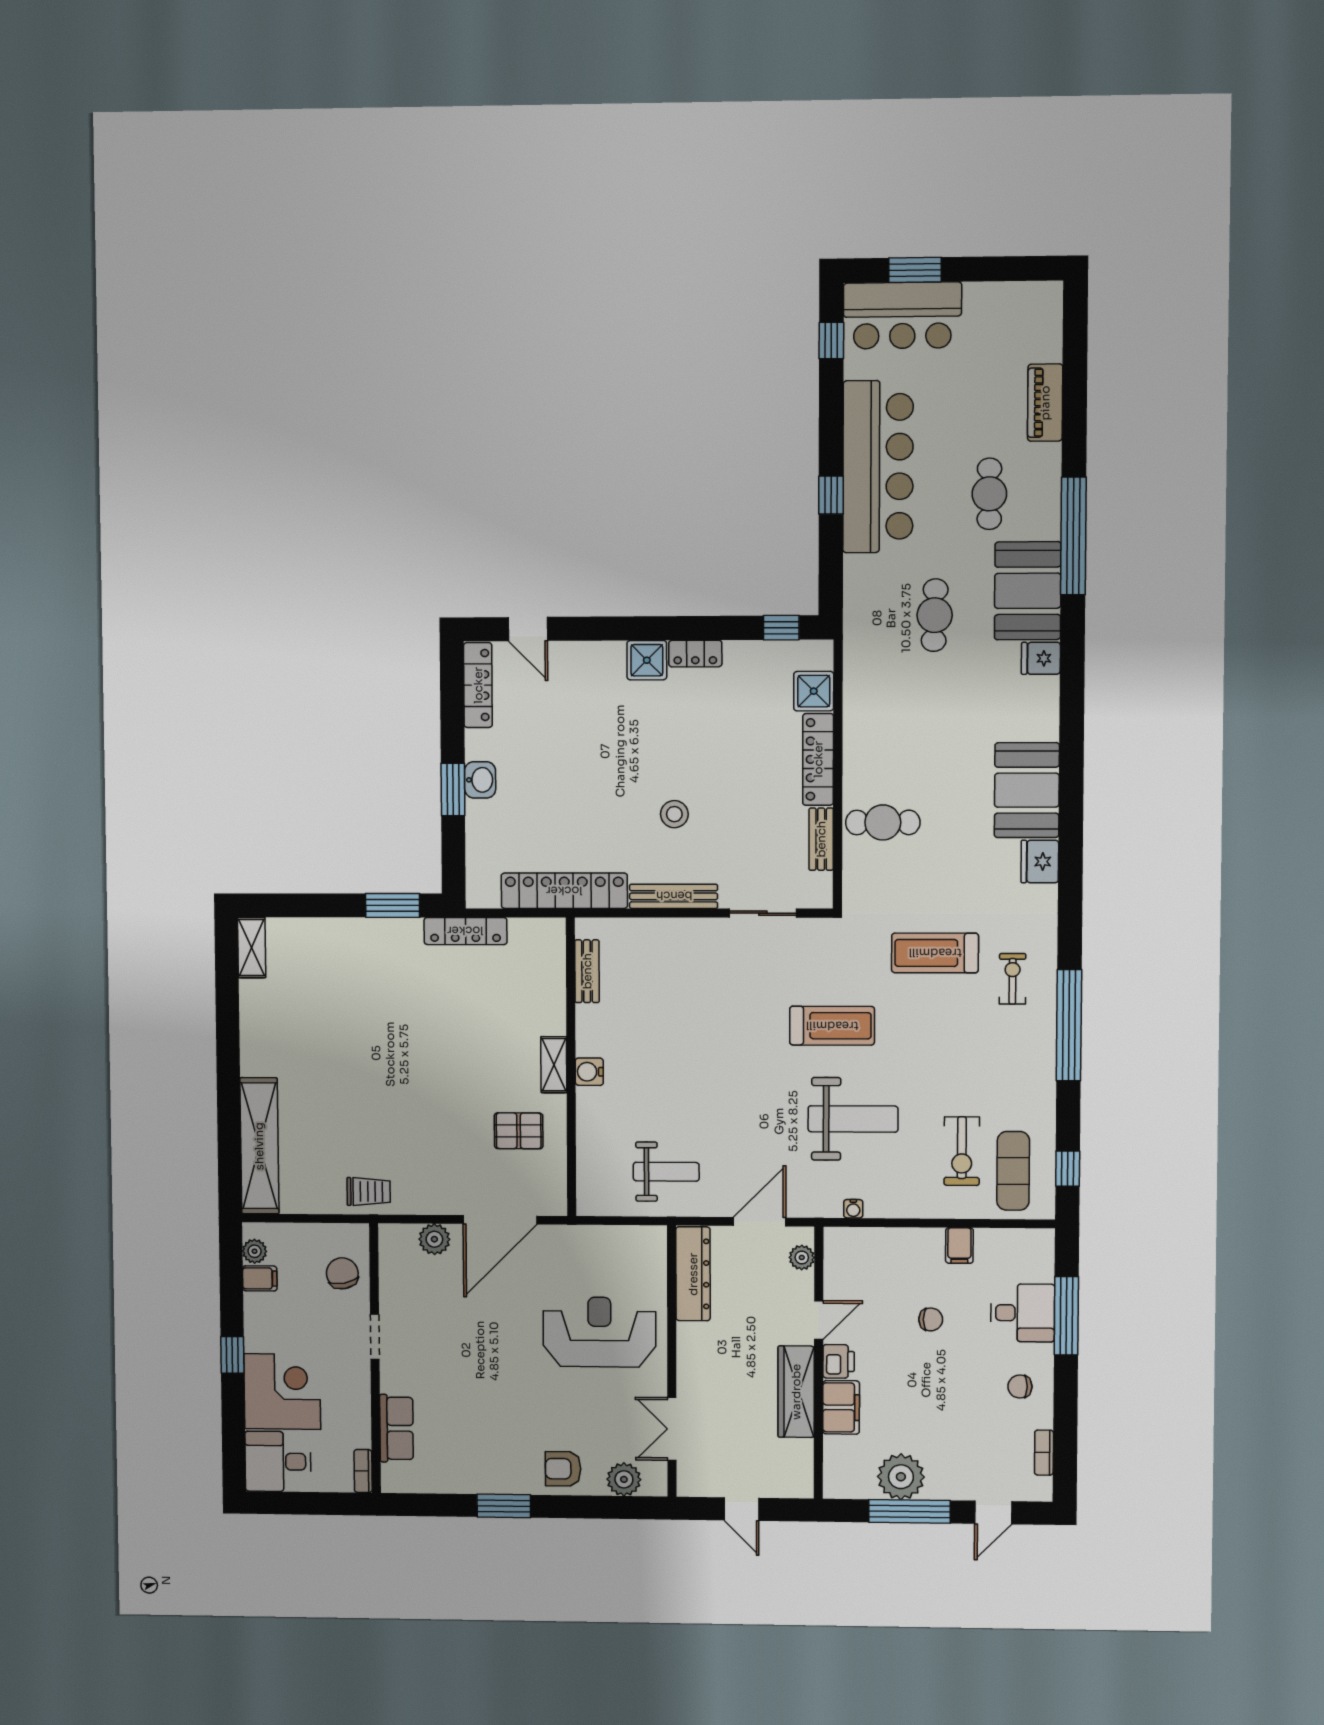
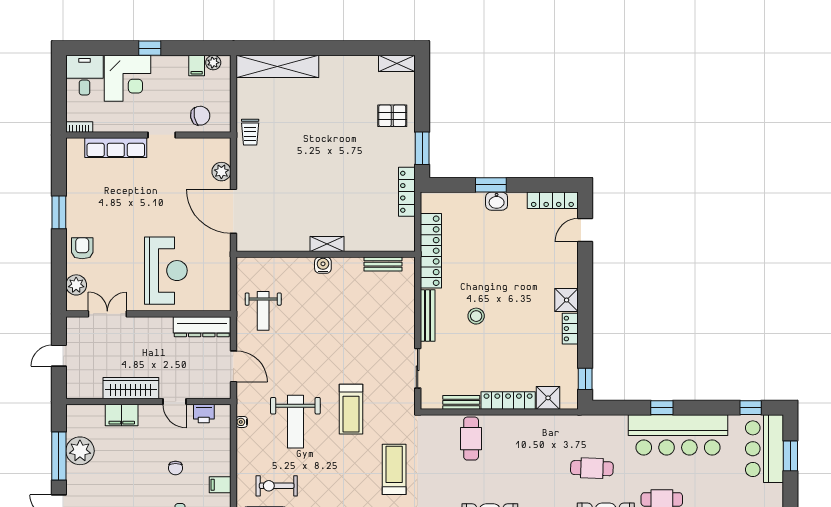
pallet: (519, 1131) -> (392, 116), moved, turned 90
plant: (802, 1257) -> (212, 391), removed
printer: (839, 1361) -> (204, 413), moved
row of seats: (396, 1428) -> (116, 148), width x1.48

